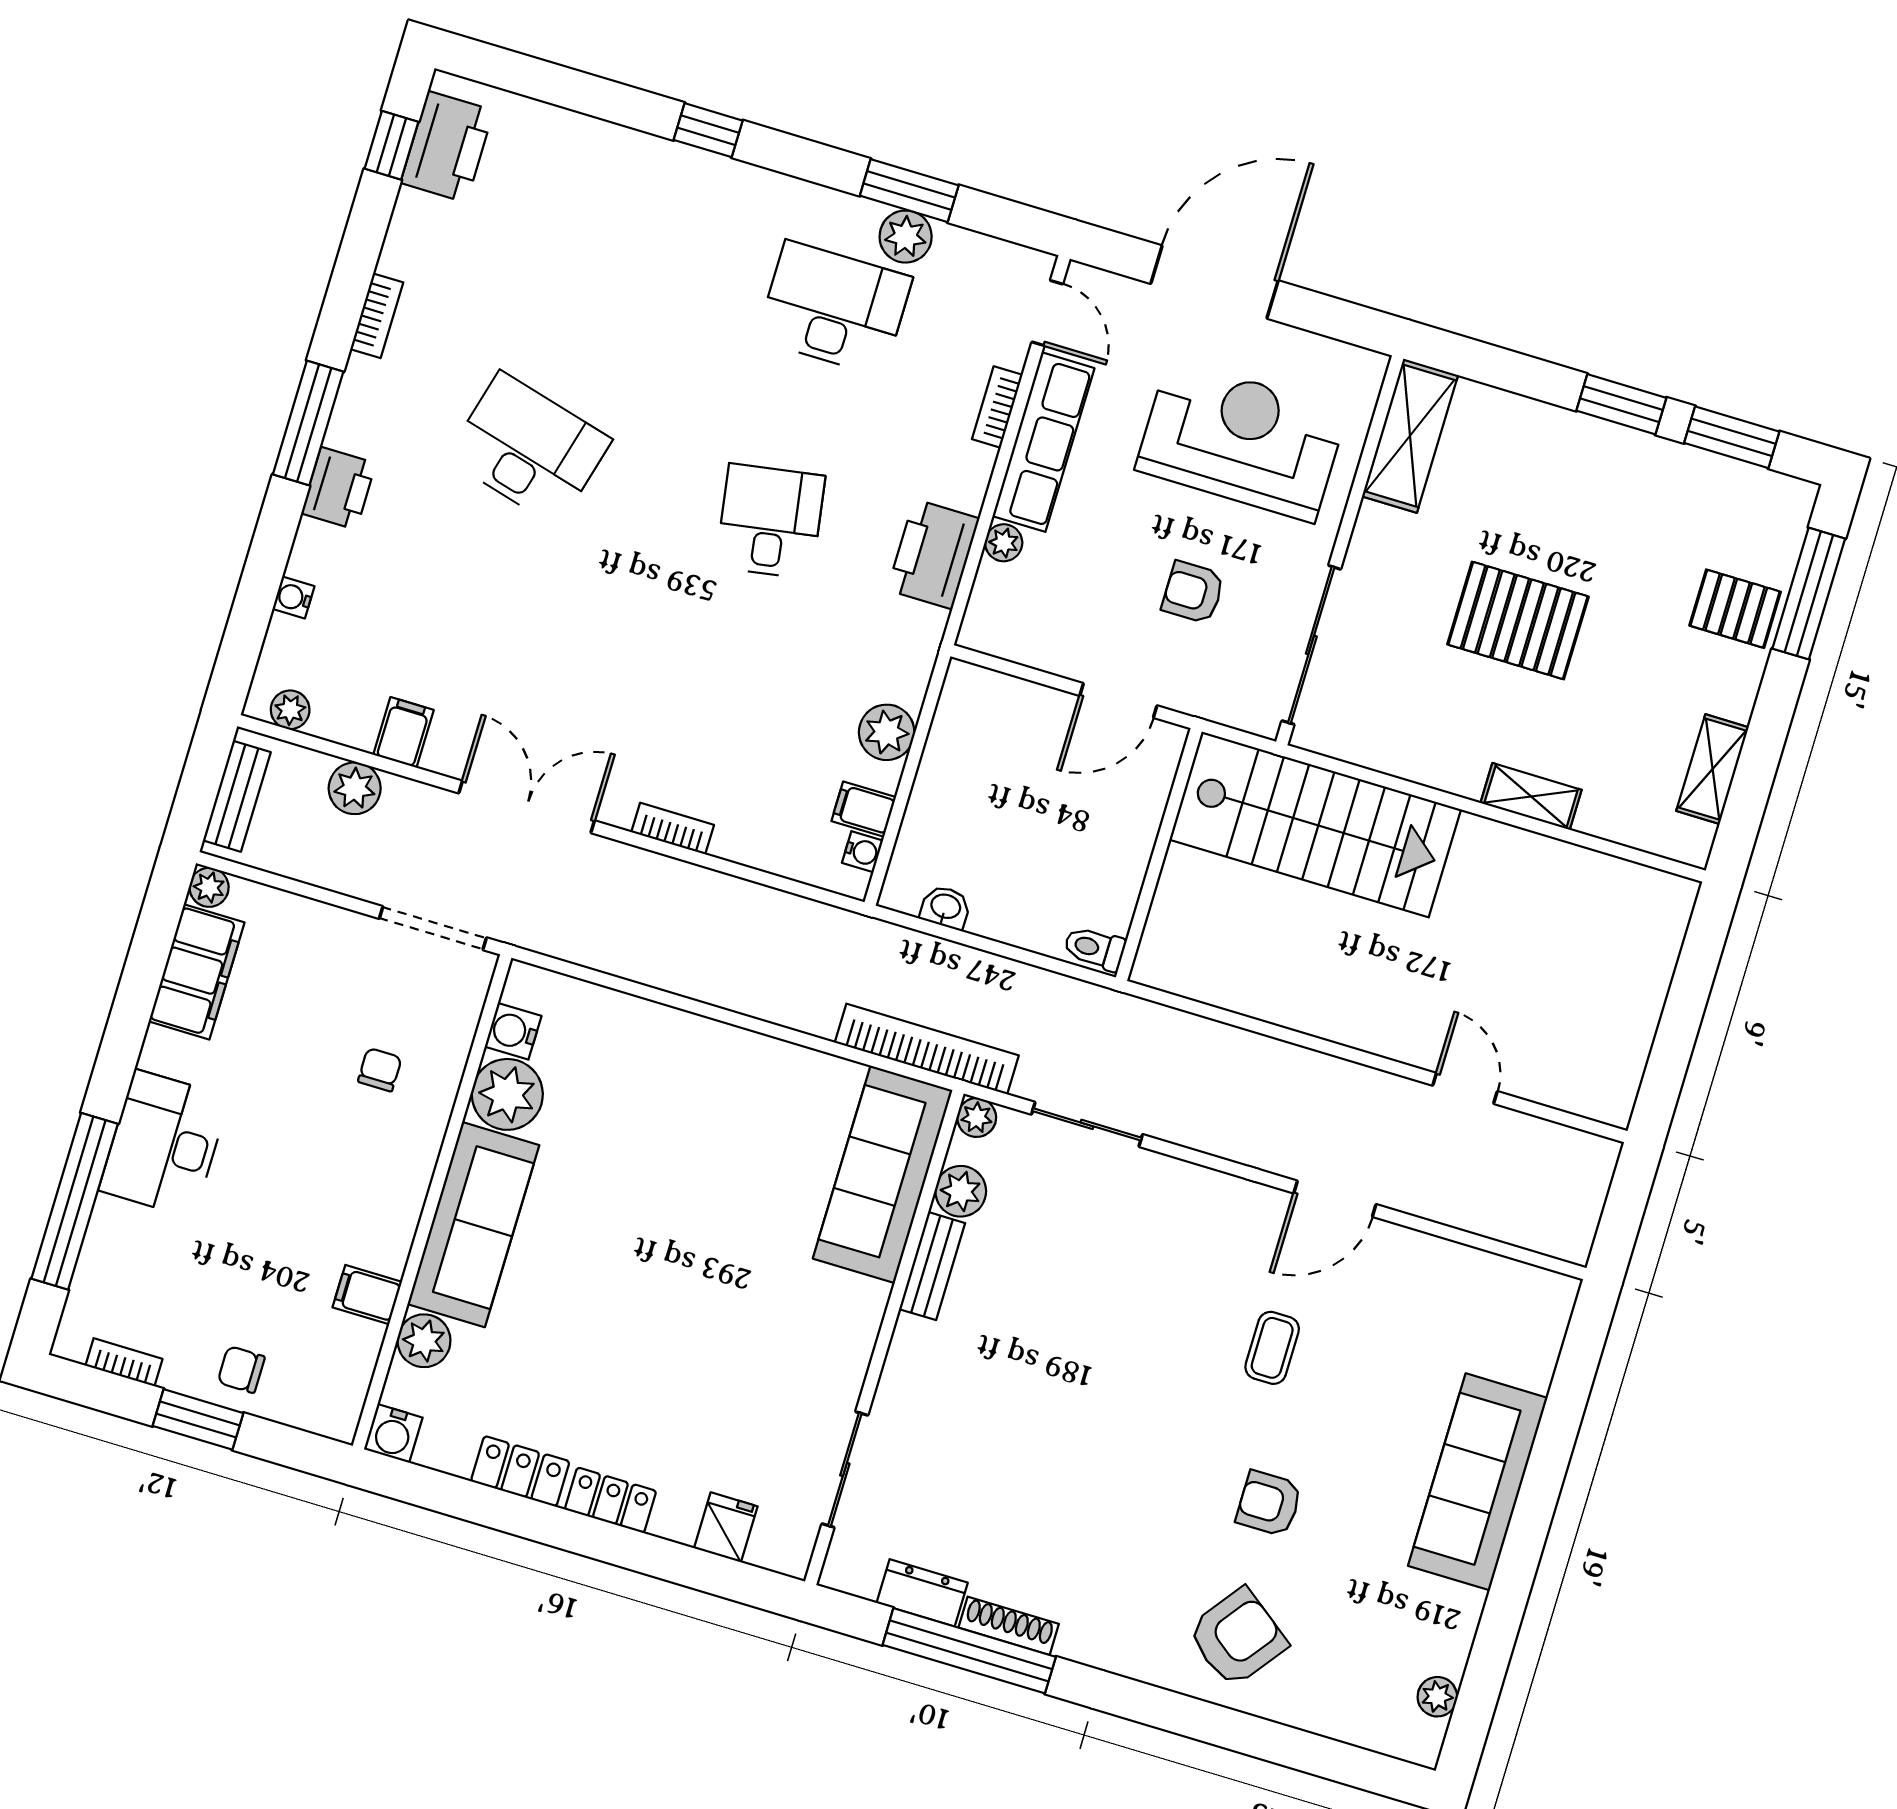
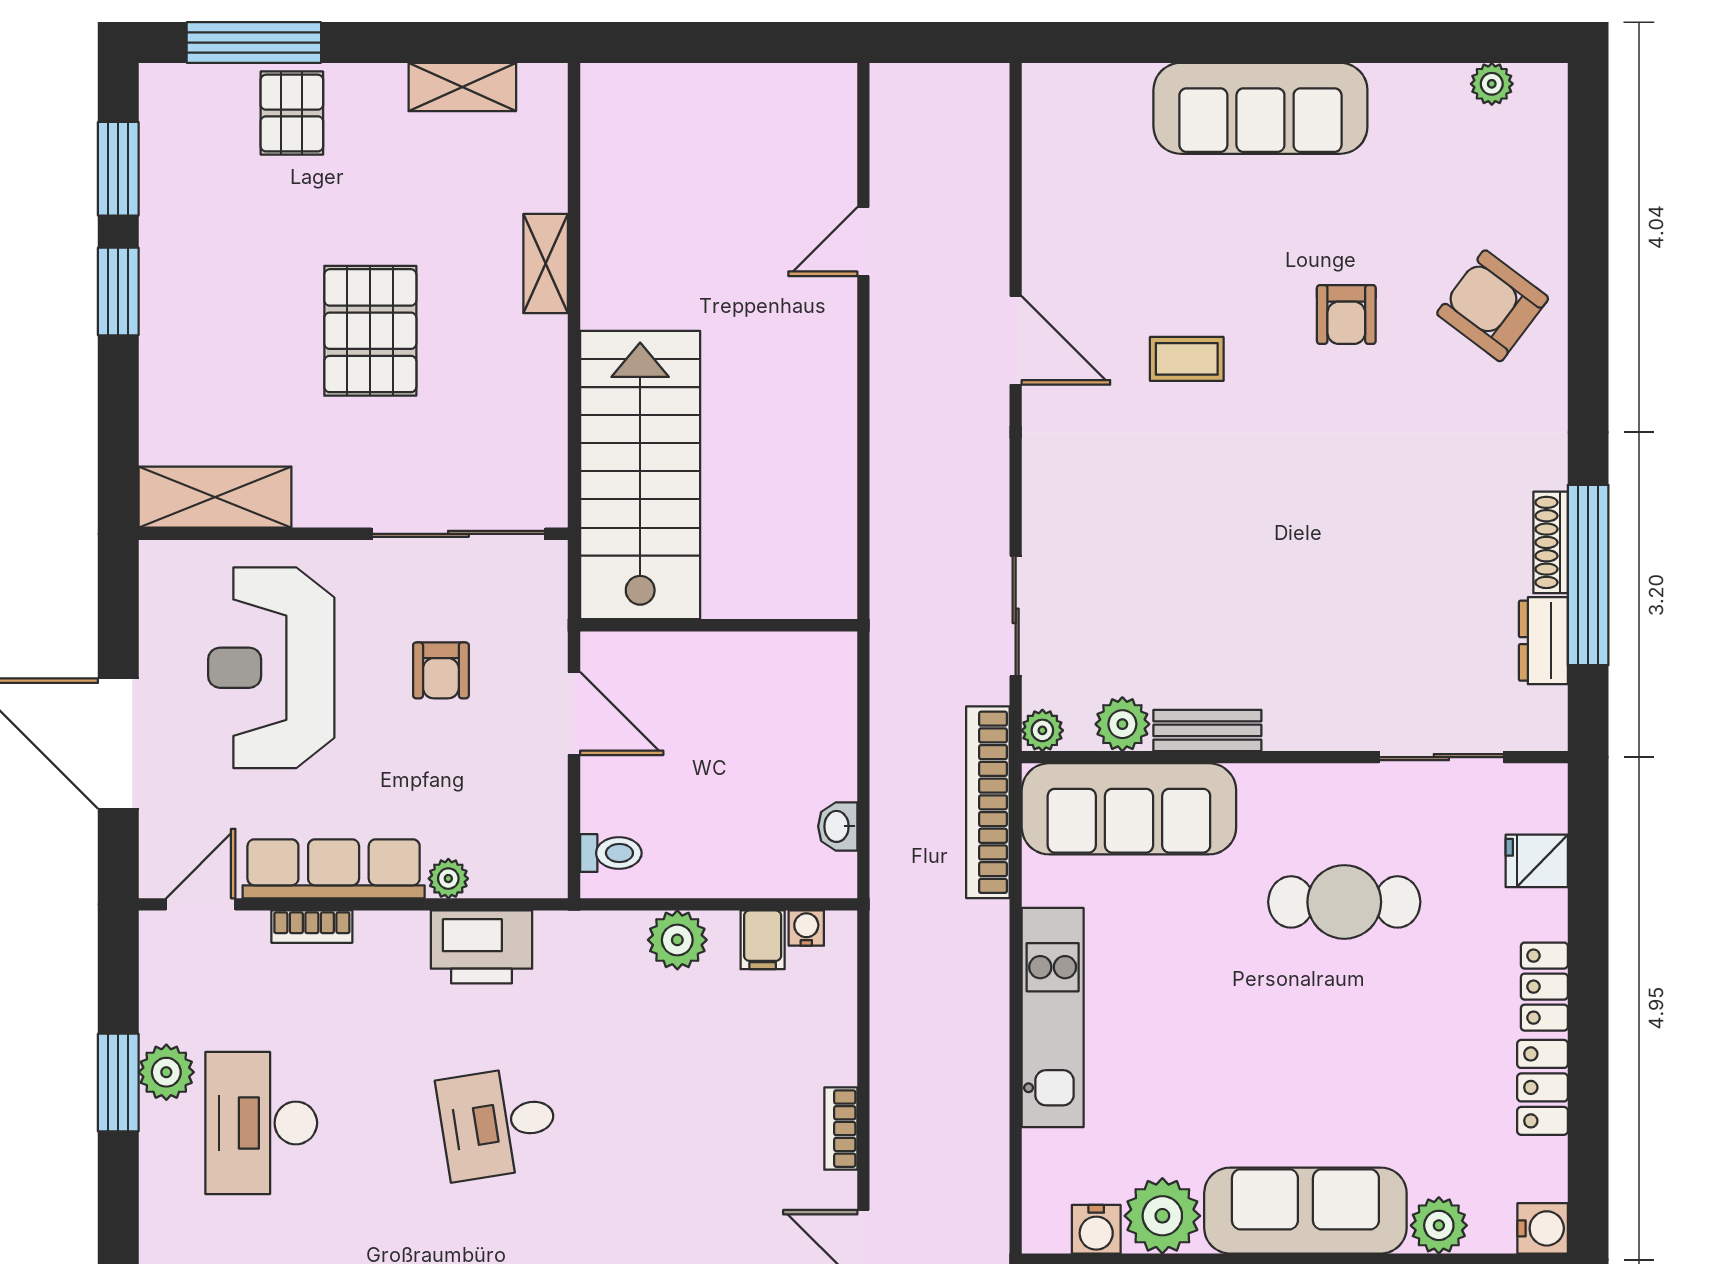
toilet: (1095, 948) -> (611, 853), moved, turned -90
kitchen unit: (715, 1049) -> (1053, 1018), added
cafe table: (741, 1343) -> (1344, 902), added

